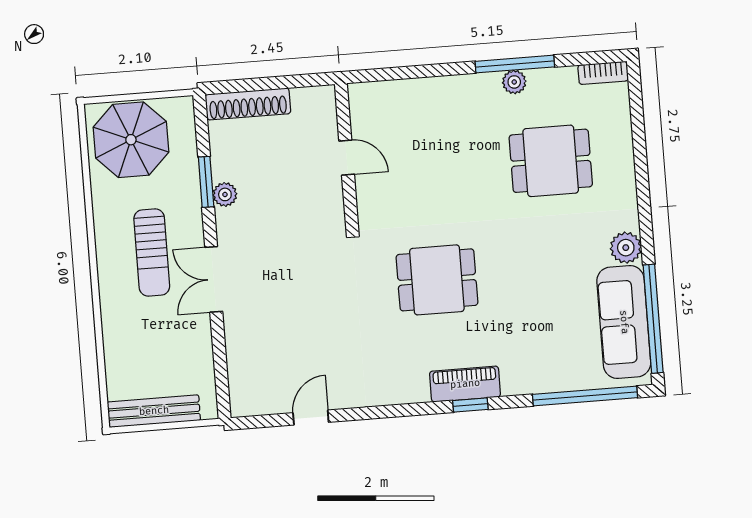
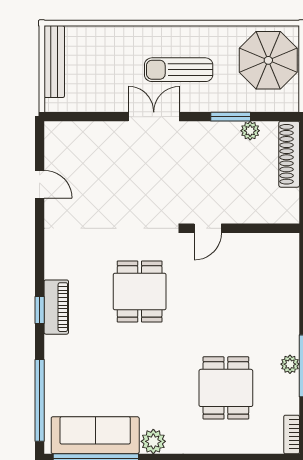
door: (347, 158) -> (208, 228), moved
plant: (225, 194) -> (250, 131), moved

